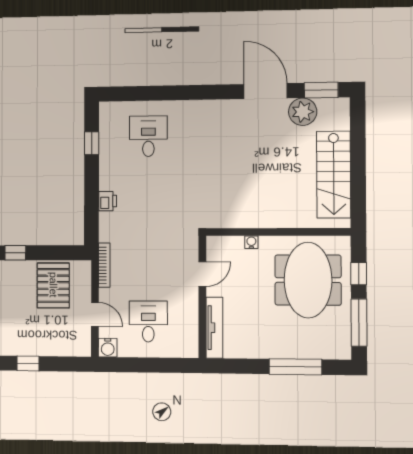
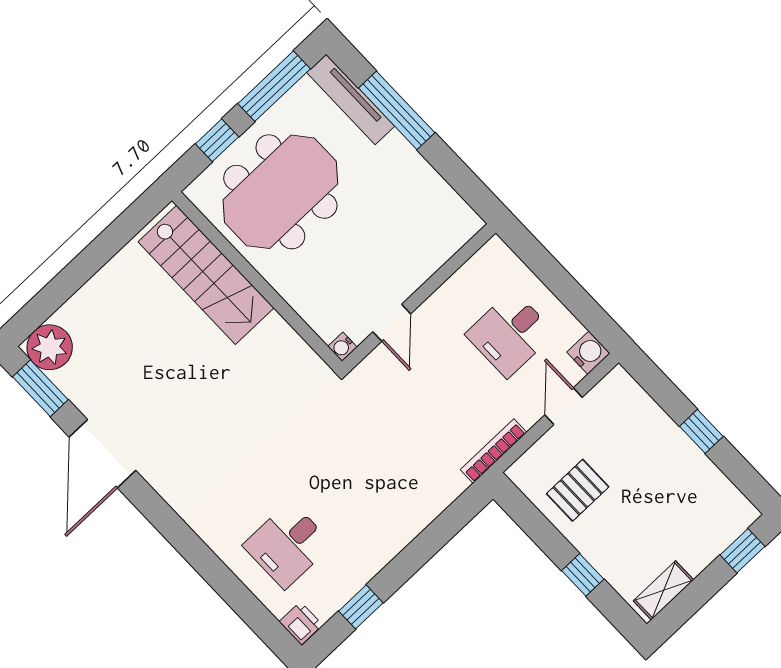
plant: (303, 112) -> (50, 347), moved
stairs: (334, 175) -> (206, 275), moved, turned 90
printer: (108, 201) -> (301, 623), moved, turned 90
water cooler: (251, 242) -> (342, 347), moved
door: (202, 274) -> (392, 323), swing flipped
pallet: (53, 285) -> (578, 490), width x0.67, depth x0.71
tv unit: (214, 328) -> (351, 99), moved, turned -90

